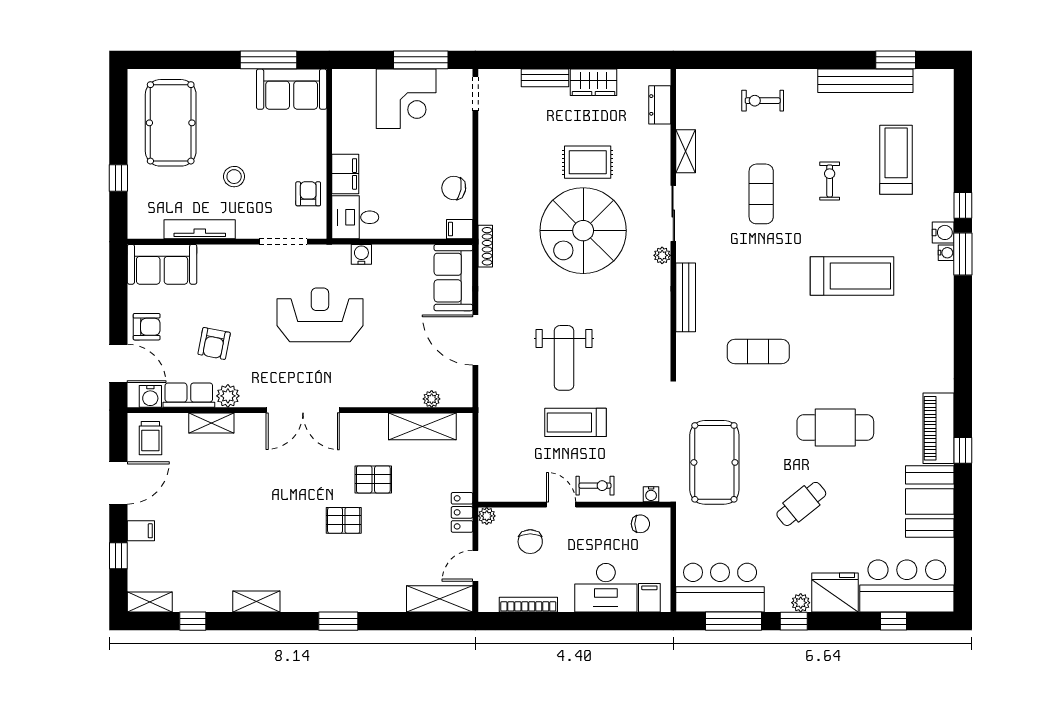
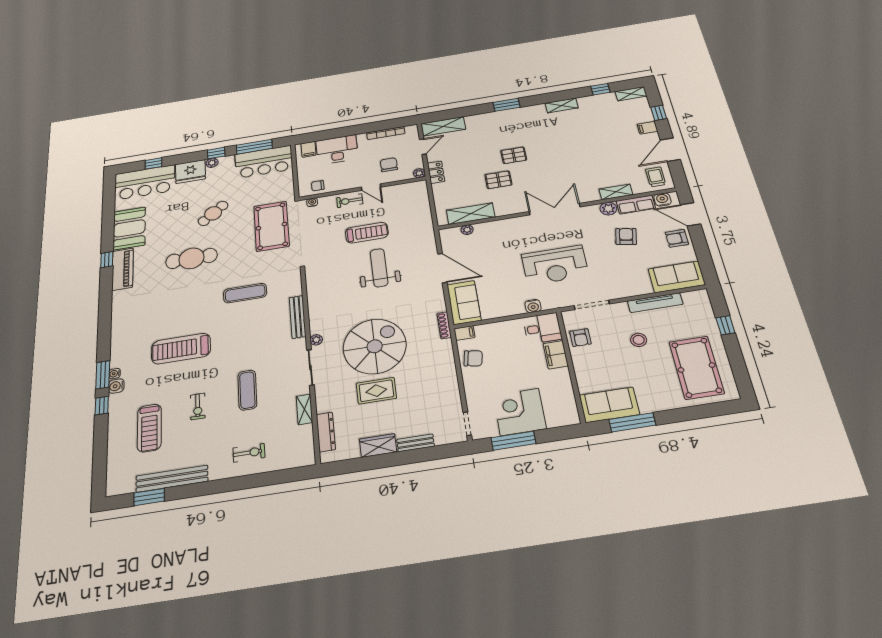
dresser: (660, 105) -> (326, 432), width x1.44

